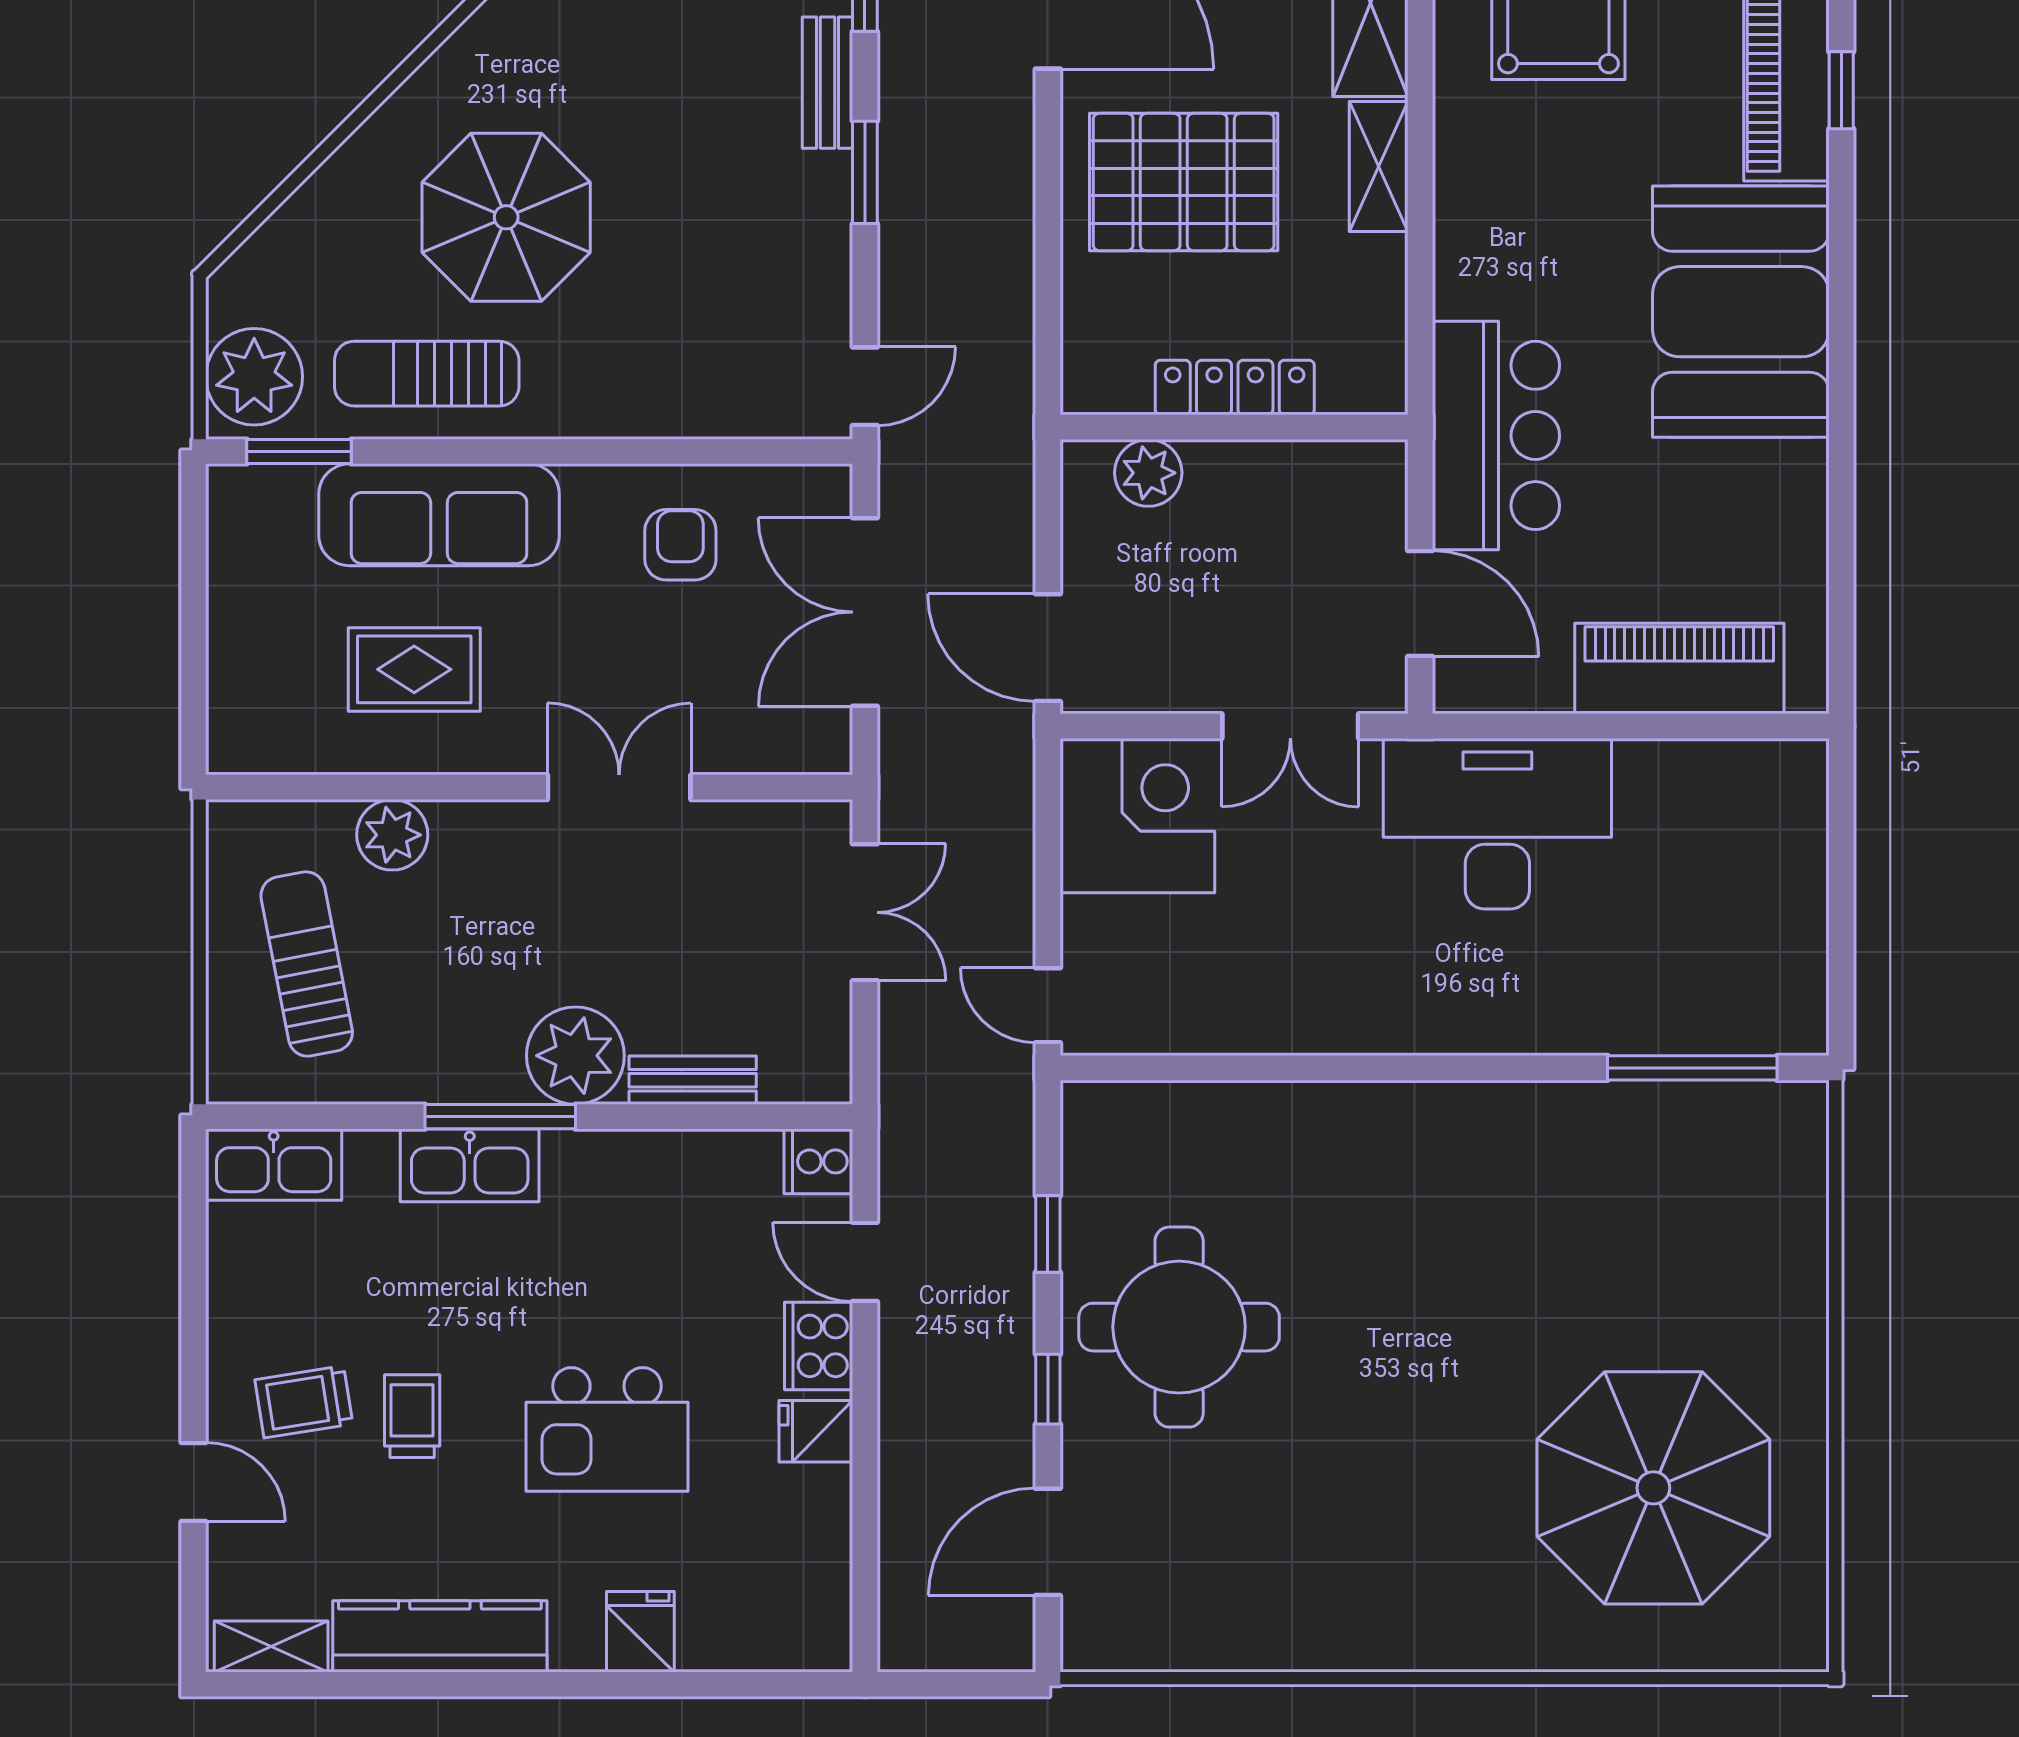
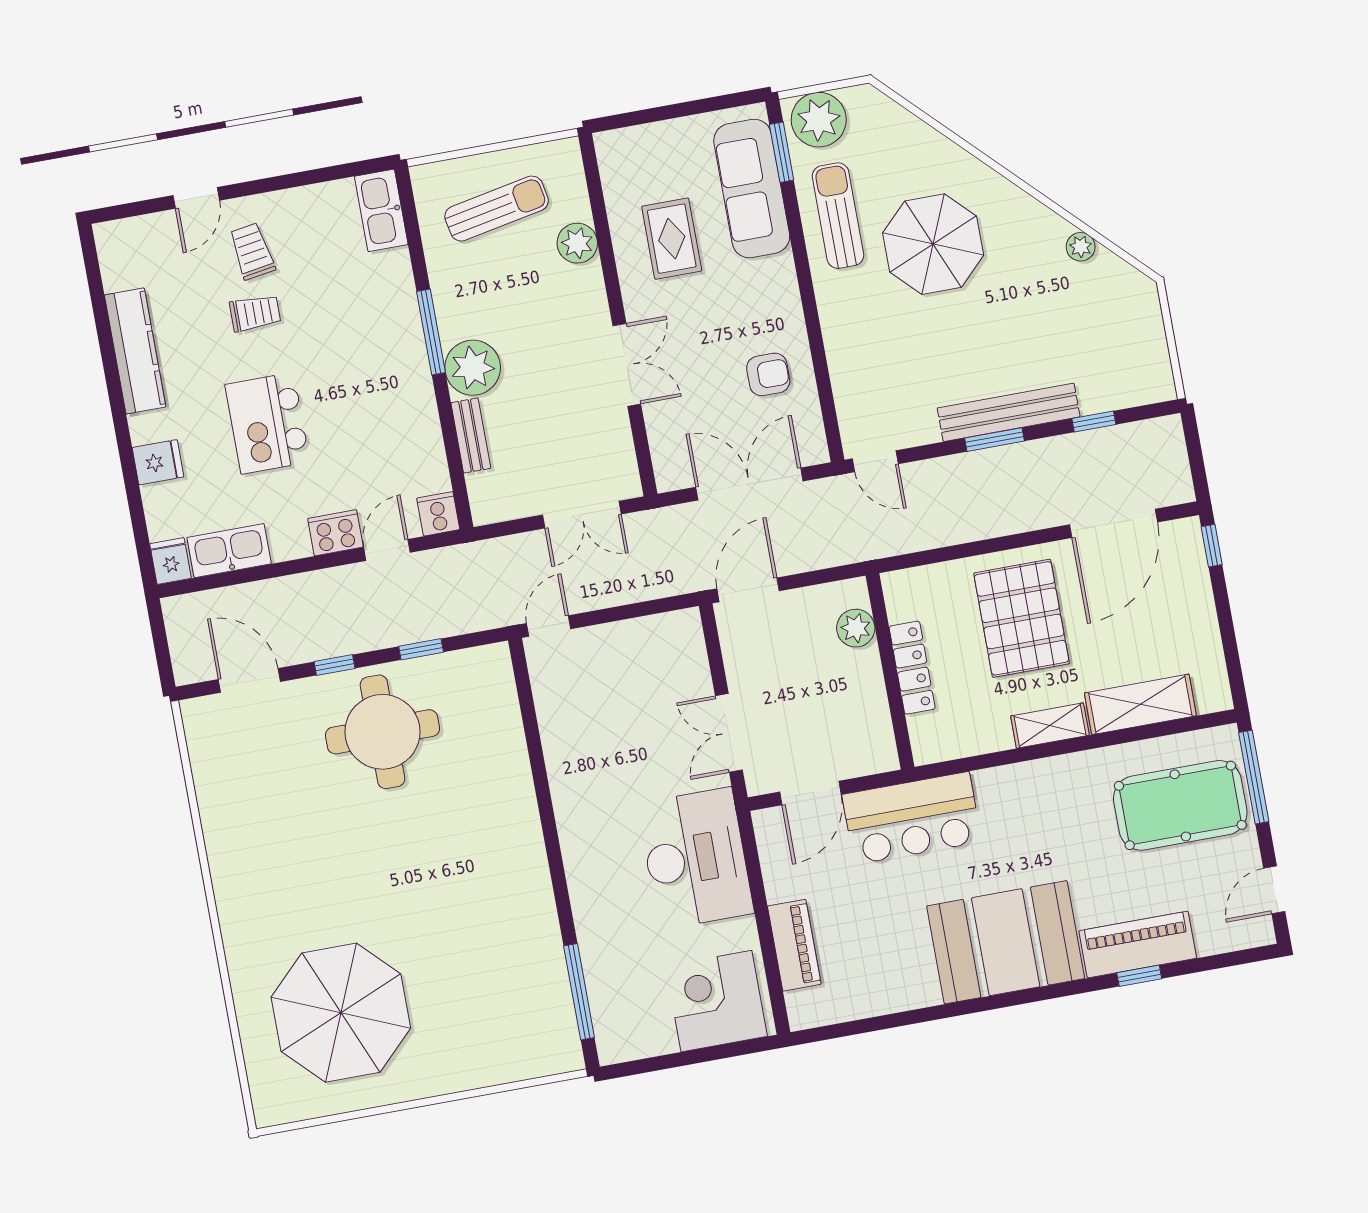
bench: (827, 83) -> (1009, 412), width x1.86, depth x1.21
sofa: (439, 515) -> (752, 188), moved
piano: (1679, 668) -> (794, 945), width x0.73, depth x0.75
corner desk: (1137, 816) -> (716, 1001), moved, turned 180
kitchen sink: (470, 1165) -> (229, 551), moved, turned 90
fridge: (816, 1431) -> (170, 561), moved
shelving: (271, 1646) -> (112, 258), removed

